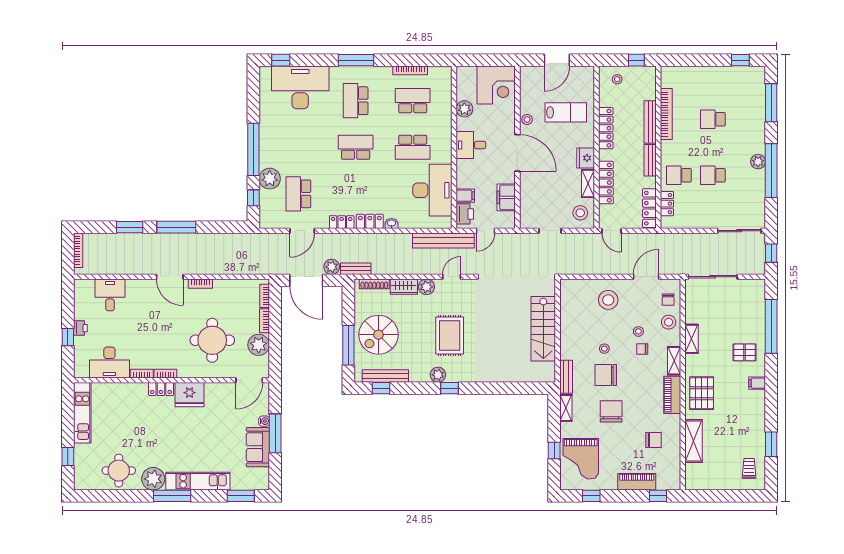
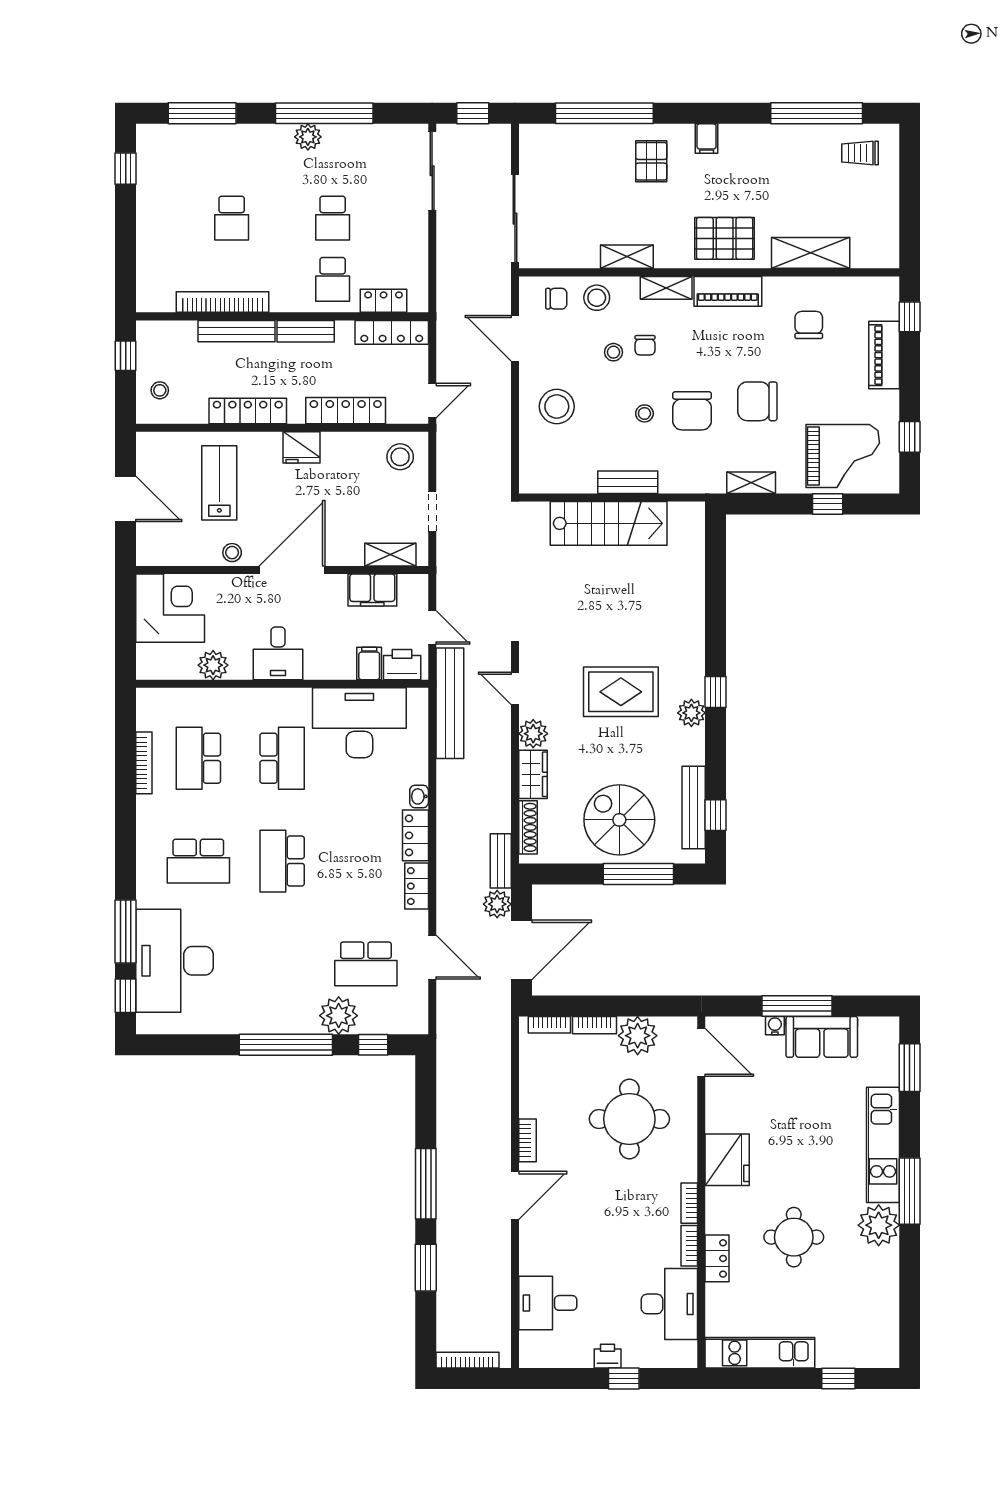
window: (356, 60) -> (126, 931), moved
shelving: (588, 184) -> (390, 555), moved
spiral stairs: (378, 335) -> (619, 820), turned 180
bench: (566, 377) -> (628, 482), moved
locker: (161, 389) -> (717, 1258), moved
window: (771, 444) -> (817, 113), width x2.11
round table: (119, 471) -> (794, 1237), moved

